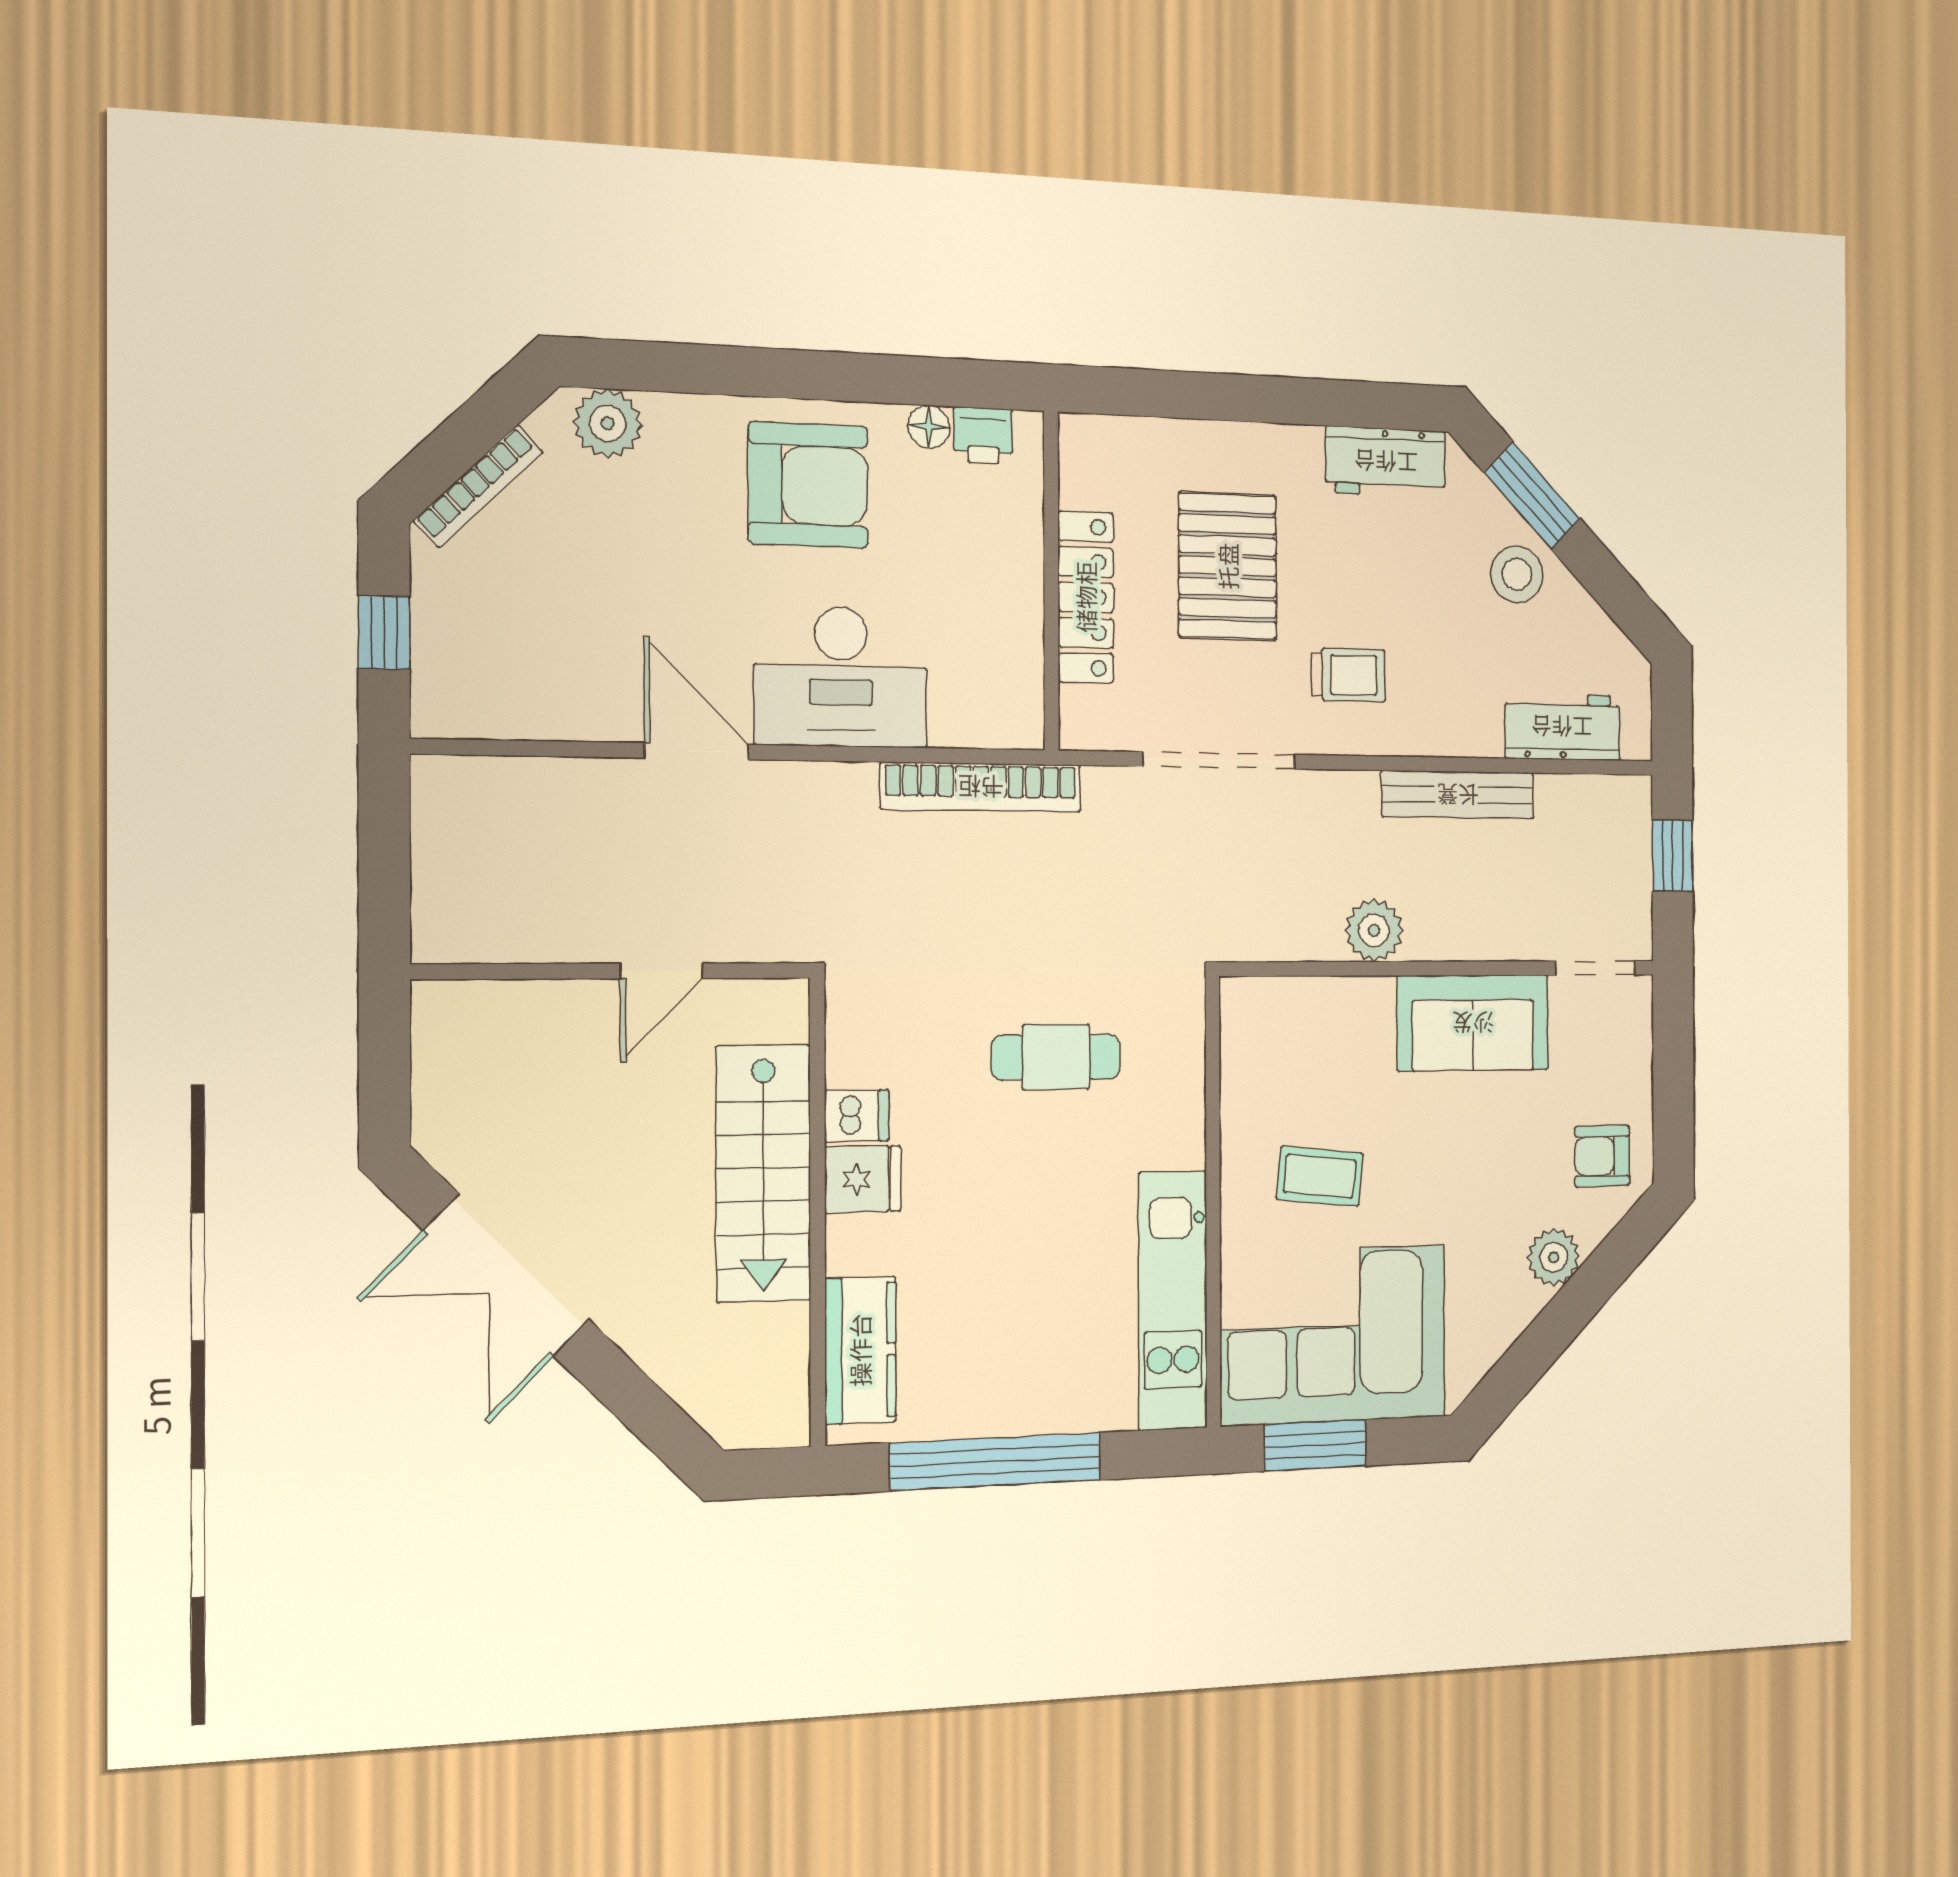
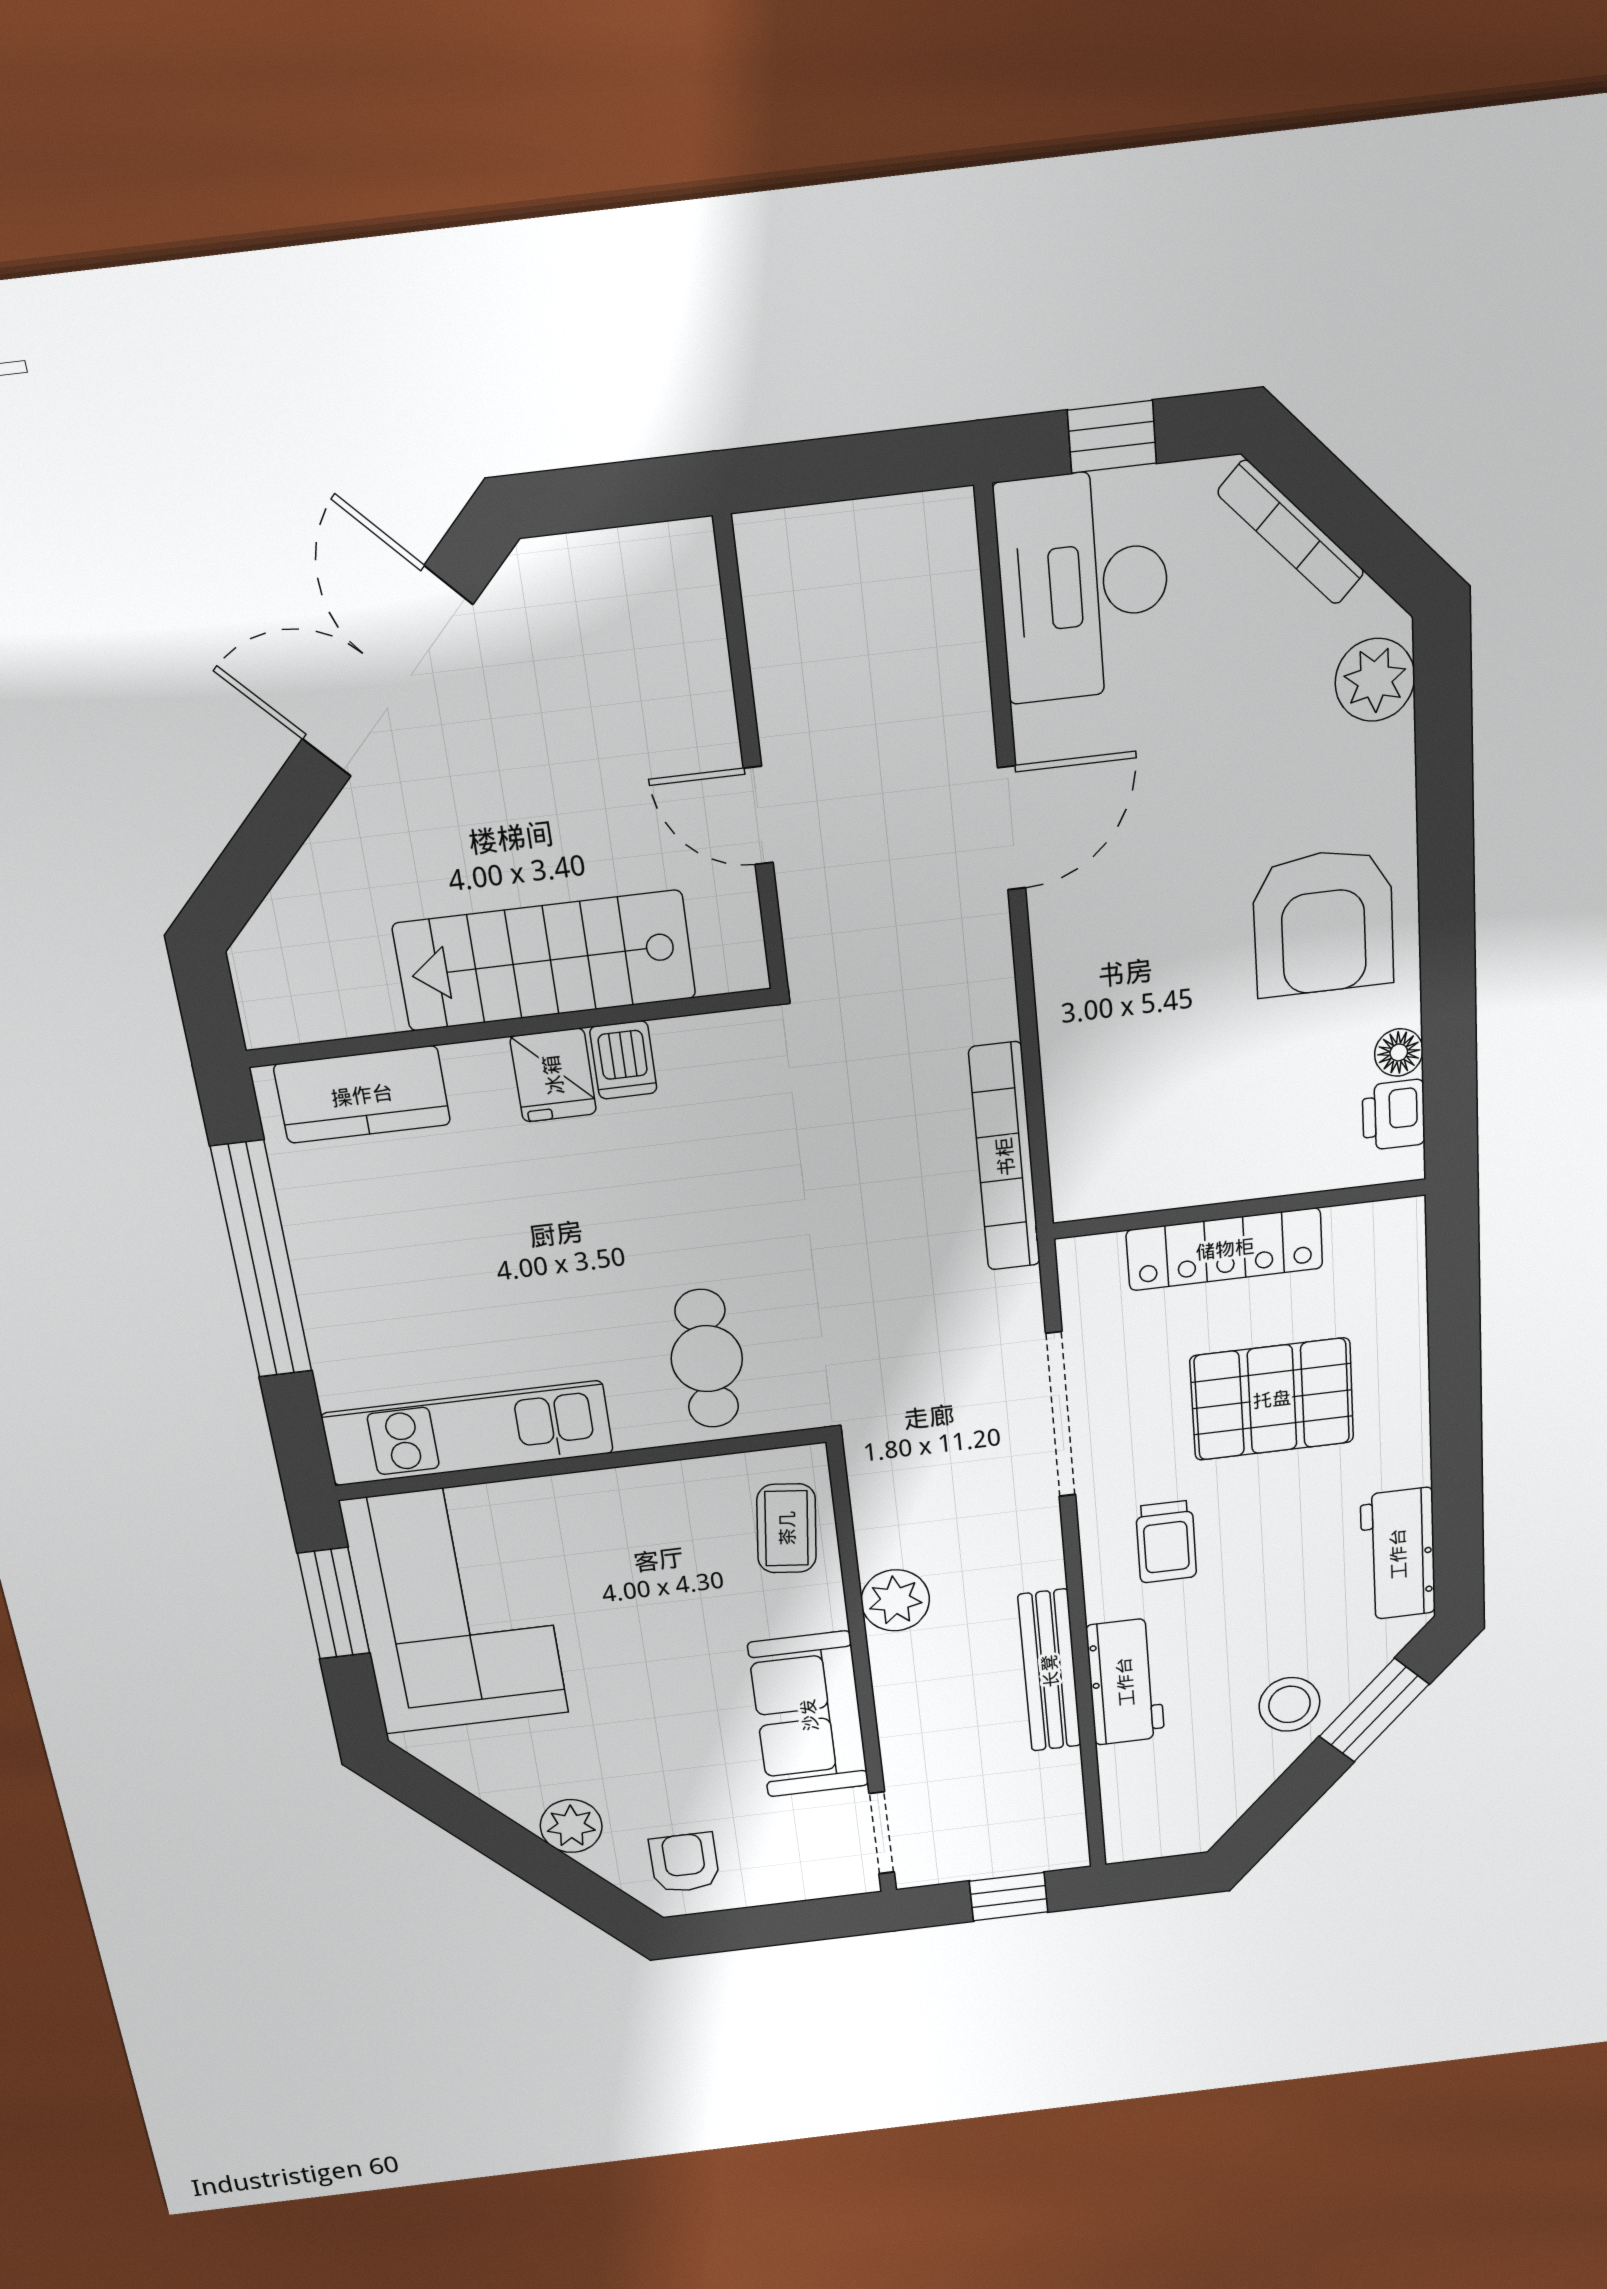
desk: (841, 677) -> (1084, 586), moved
workbench: (1562, 727) -> (1125, 1682), moved
cafe table: (1056, 1057) -> (707, 1359), moved
coffee table: (1320, 1176) -> (787, 1528), moved

